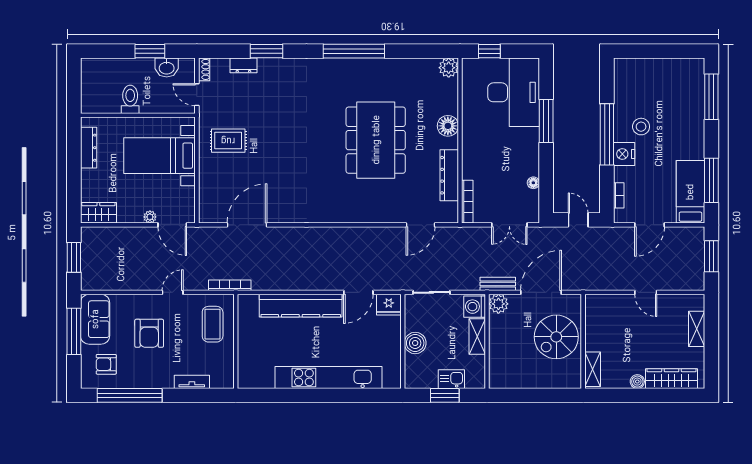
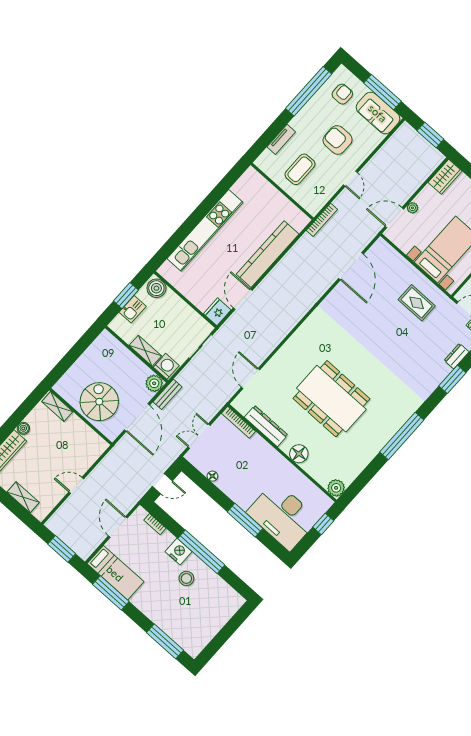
rug: (228, 141) -> (417, 303), turned 90
coffee table: (213, 324) -> (300, 169), moved, turned 90
boiler: (415, 343) -> (156, 288), moved

